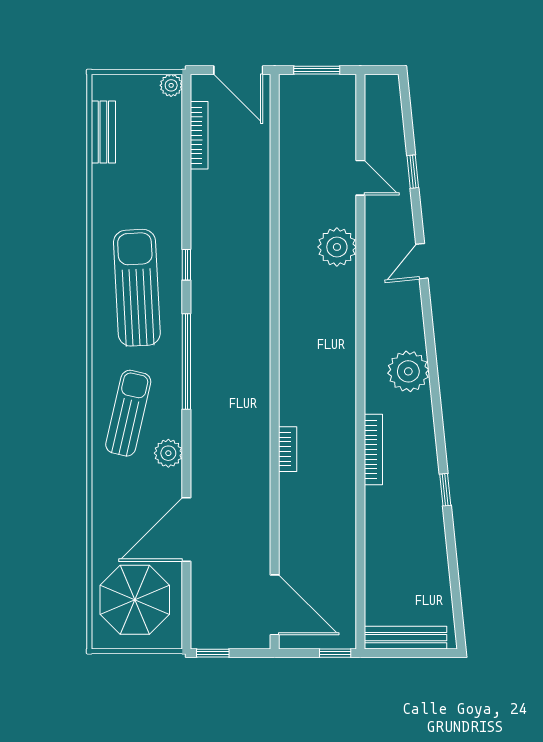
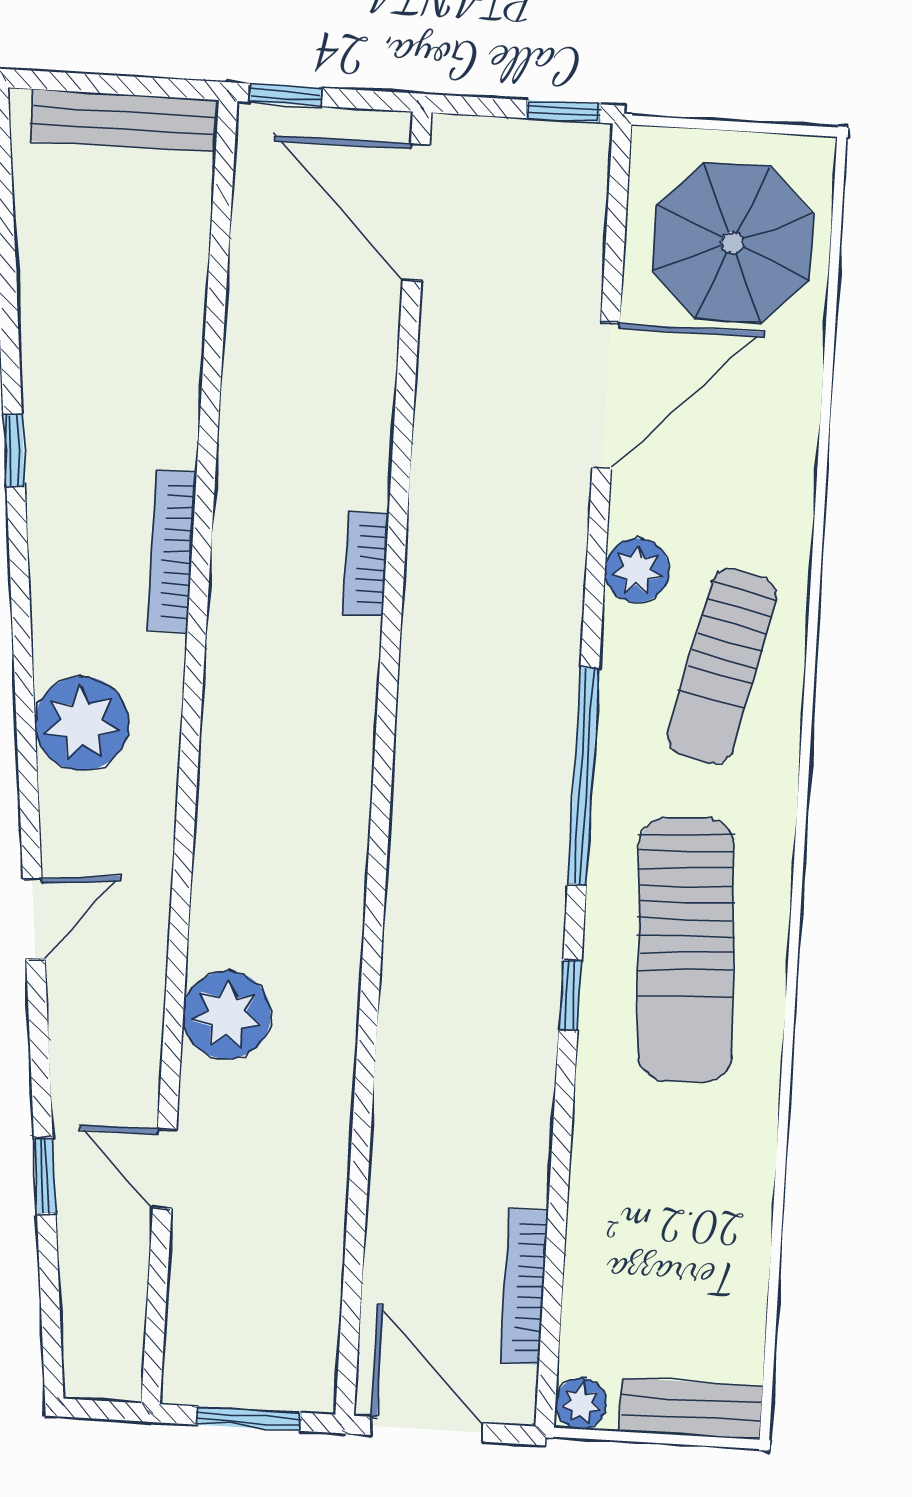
bench: (103, 132) -> (691, 1409), moved, turned 90
door: (422, 261) -> (34, 919), moved

